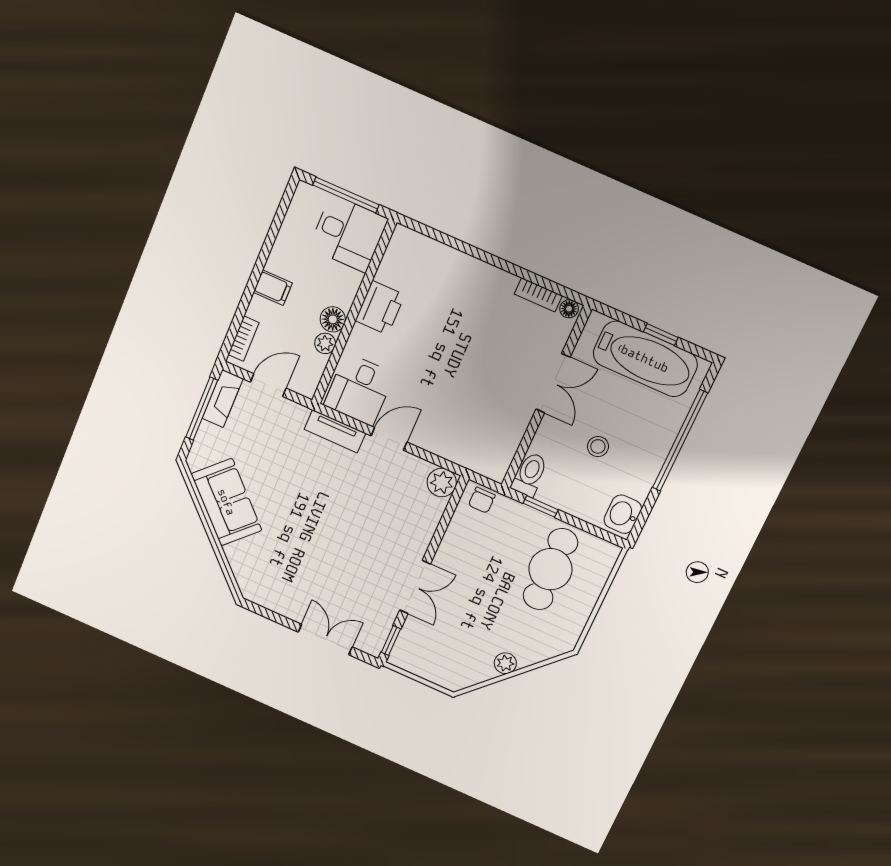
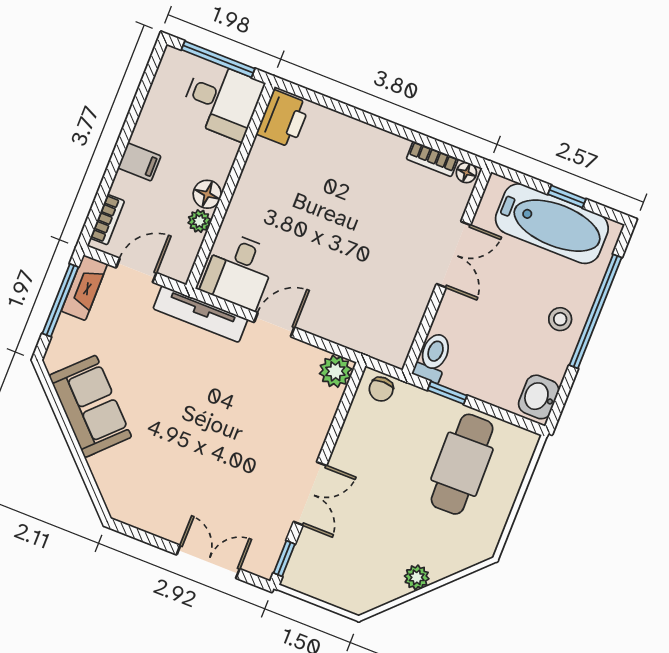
printer: (380, 308) -> (283, 119), moved
tv unit: (335, 431) -> (200, 314), width x1.41
stool: (598, 446) -> (560, 319), moved

